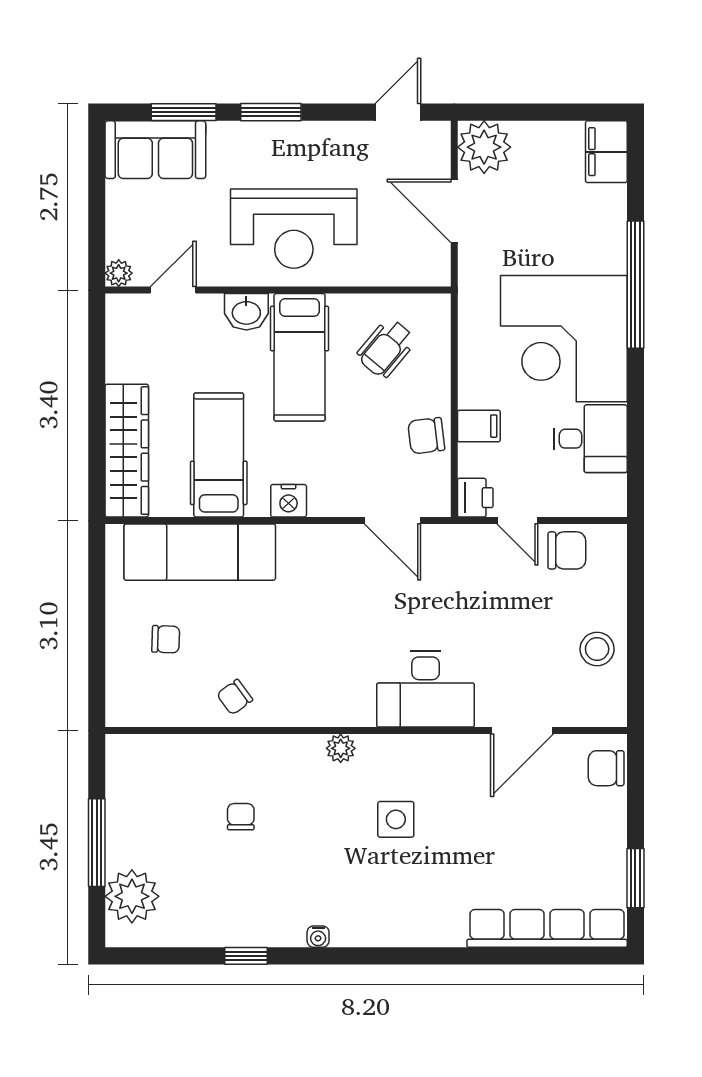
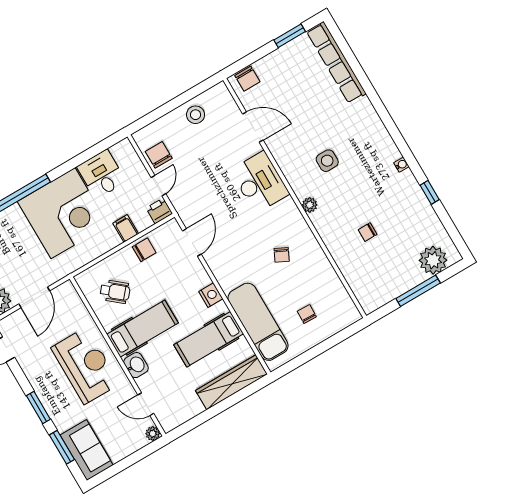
chair: (426, 436) -> (144, 250), turned -83
chair: (235, 697) -> (282, 255), moved, turned 62

